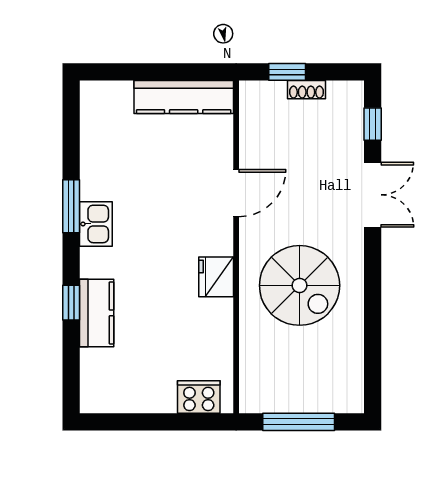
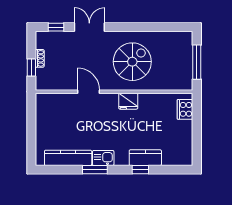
kitchen counter: (184, 97) -> (68, 158), moved, turned -90

